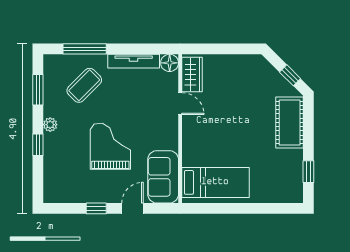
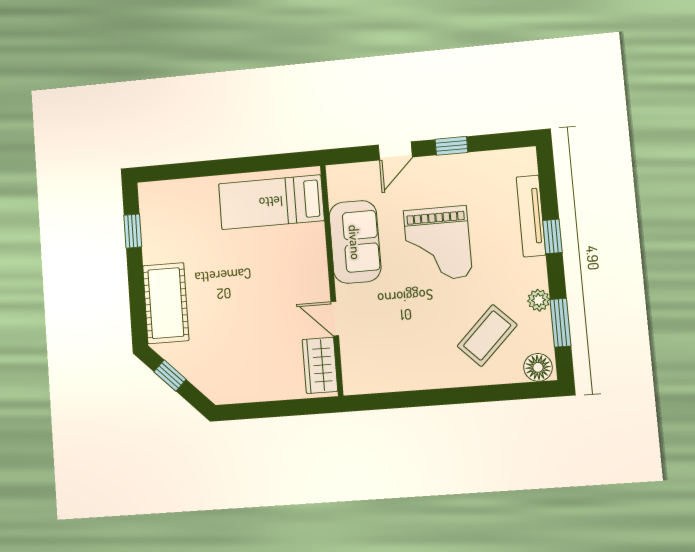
window: (85, 49) -> (492, 393), removed
tv unit: (134, 61) -> (531, 216), moved, turned -90
floor lamp: (170, 63) -> (538, 367), moved
plant: (50, 125) -> (539, 300), moved
sofa: (163, 177) -> (355, 242), moved

